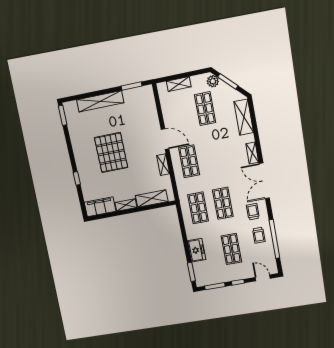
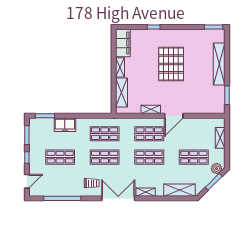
pallet: (111, 153) -> (171, 64), turned 90
shop shelf: (214, 157) -> (149, 157), added
trolley: (259, 235) -> (68, 185), removed

